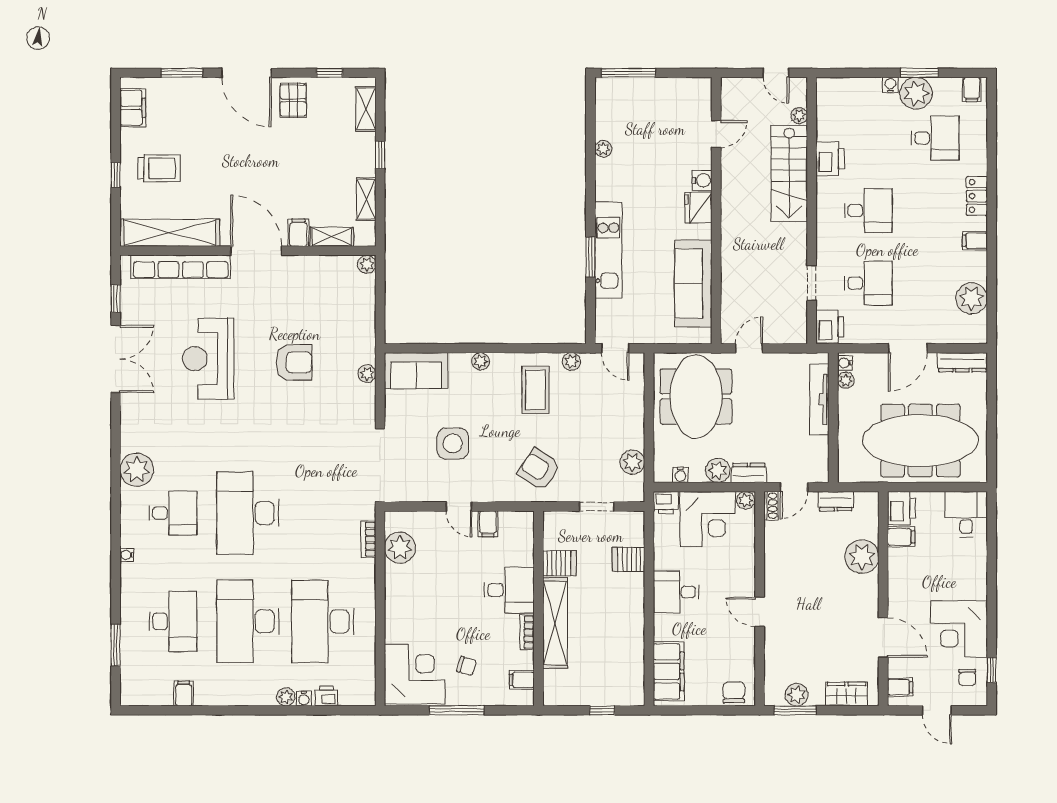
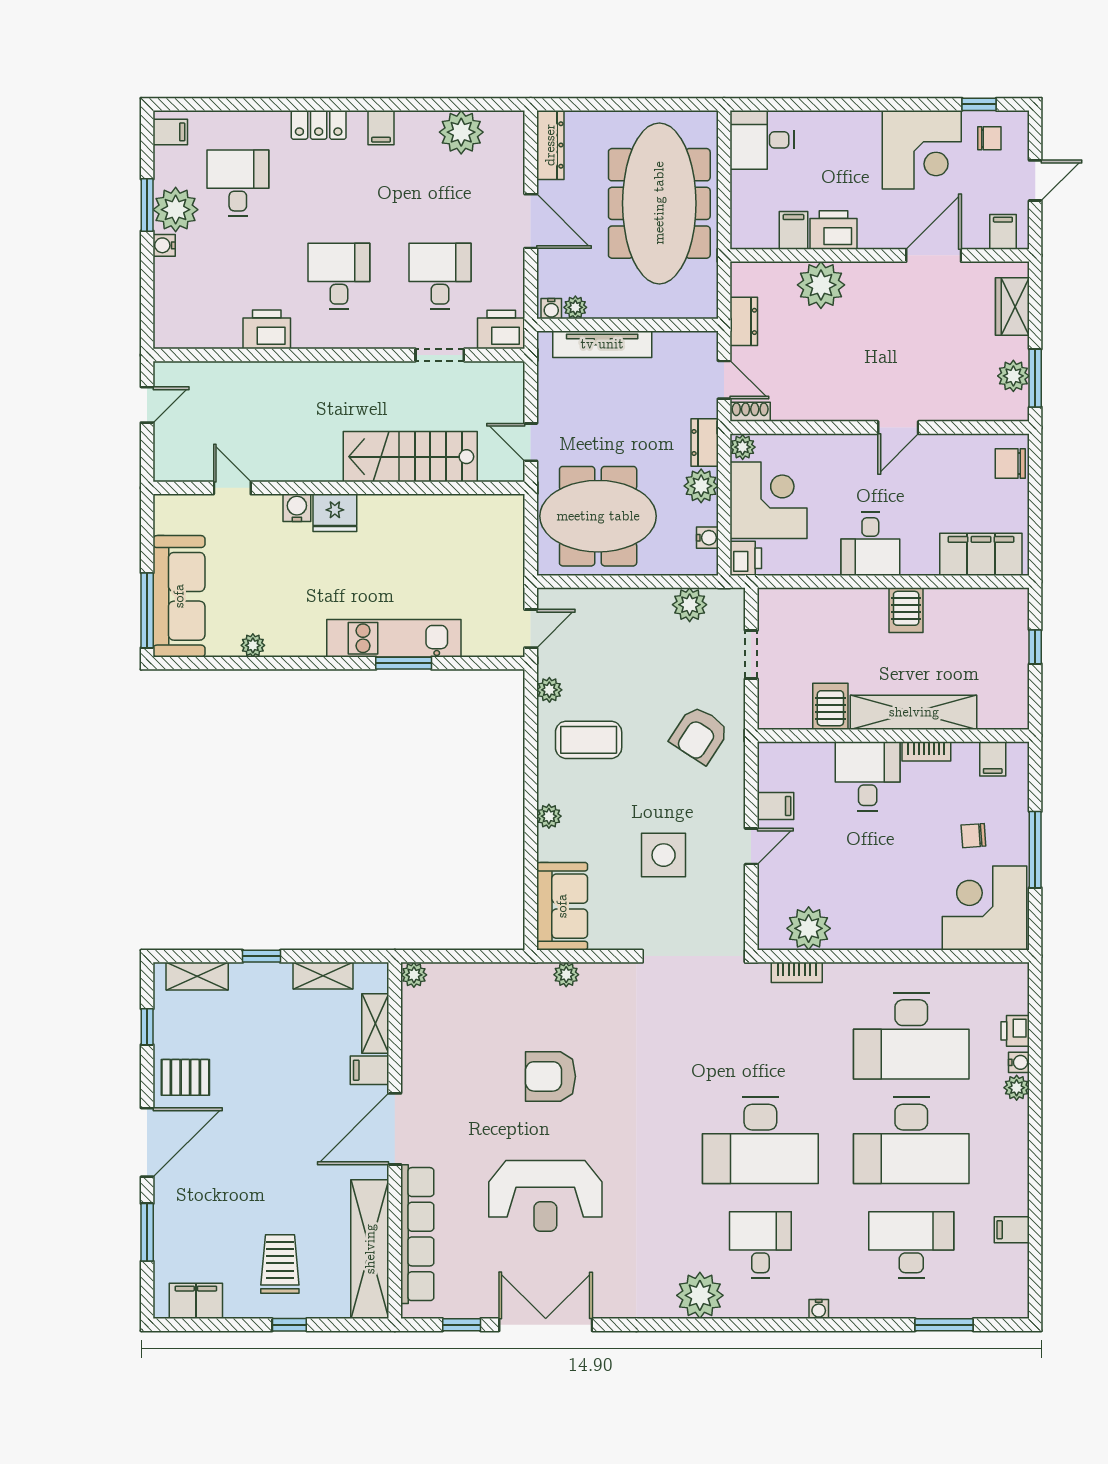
plant: (799, 116) -> (207, 372), removed
stairs: (789, 173) -> (410, 457), moved, turned 180
sofa: (693, 284) -> (179, 596), moved, turned -90
armchair: (294, 362) -> (550, 1076), turned -90
printer: (901, 508) -> (834, 230), moved
server rack: (629, 559) -> (906, 610), moved
chair: (467, 666) -> (973, 836), turned -111

